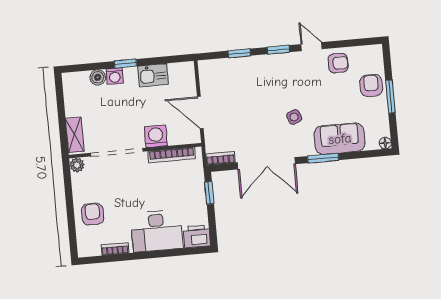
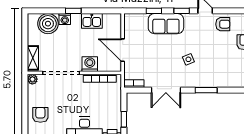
boiler: (98, 77) -> (48, 24), width x1.86, depth x1.86
sofa: (340, 139) -> (166, 24), moved, turned 180
double door: (266, 163) -> (166, 90), width x0.73
window: (209, 193) -> (124, 119), moved

